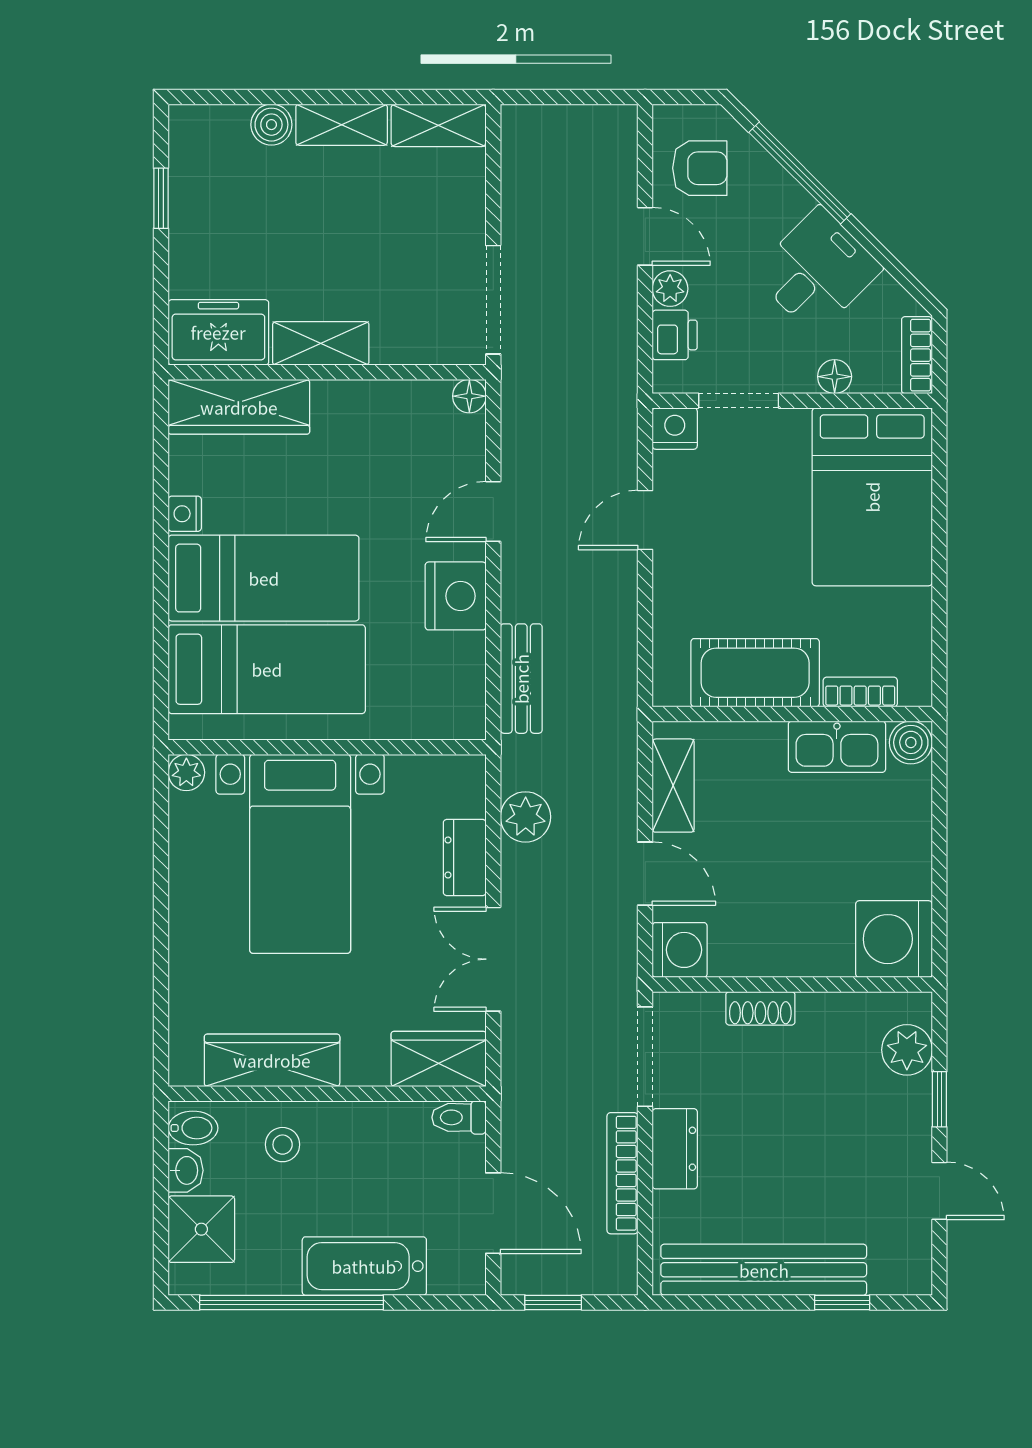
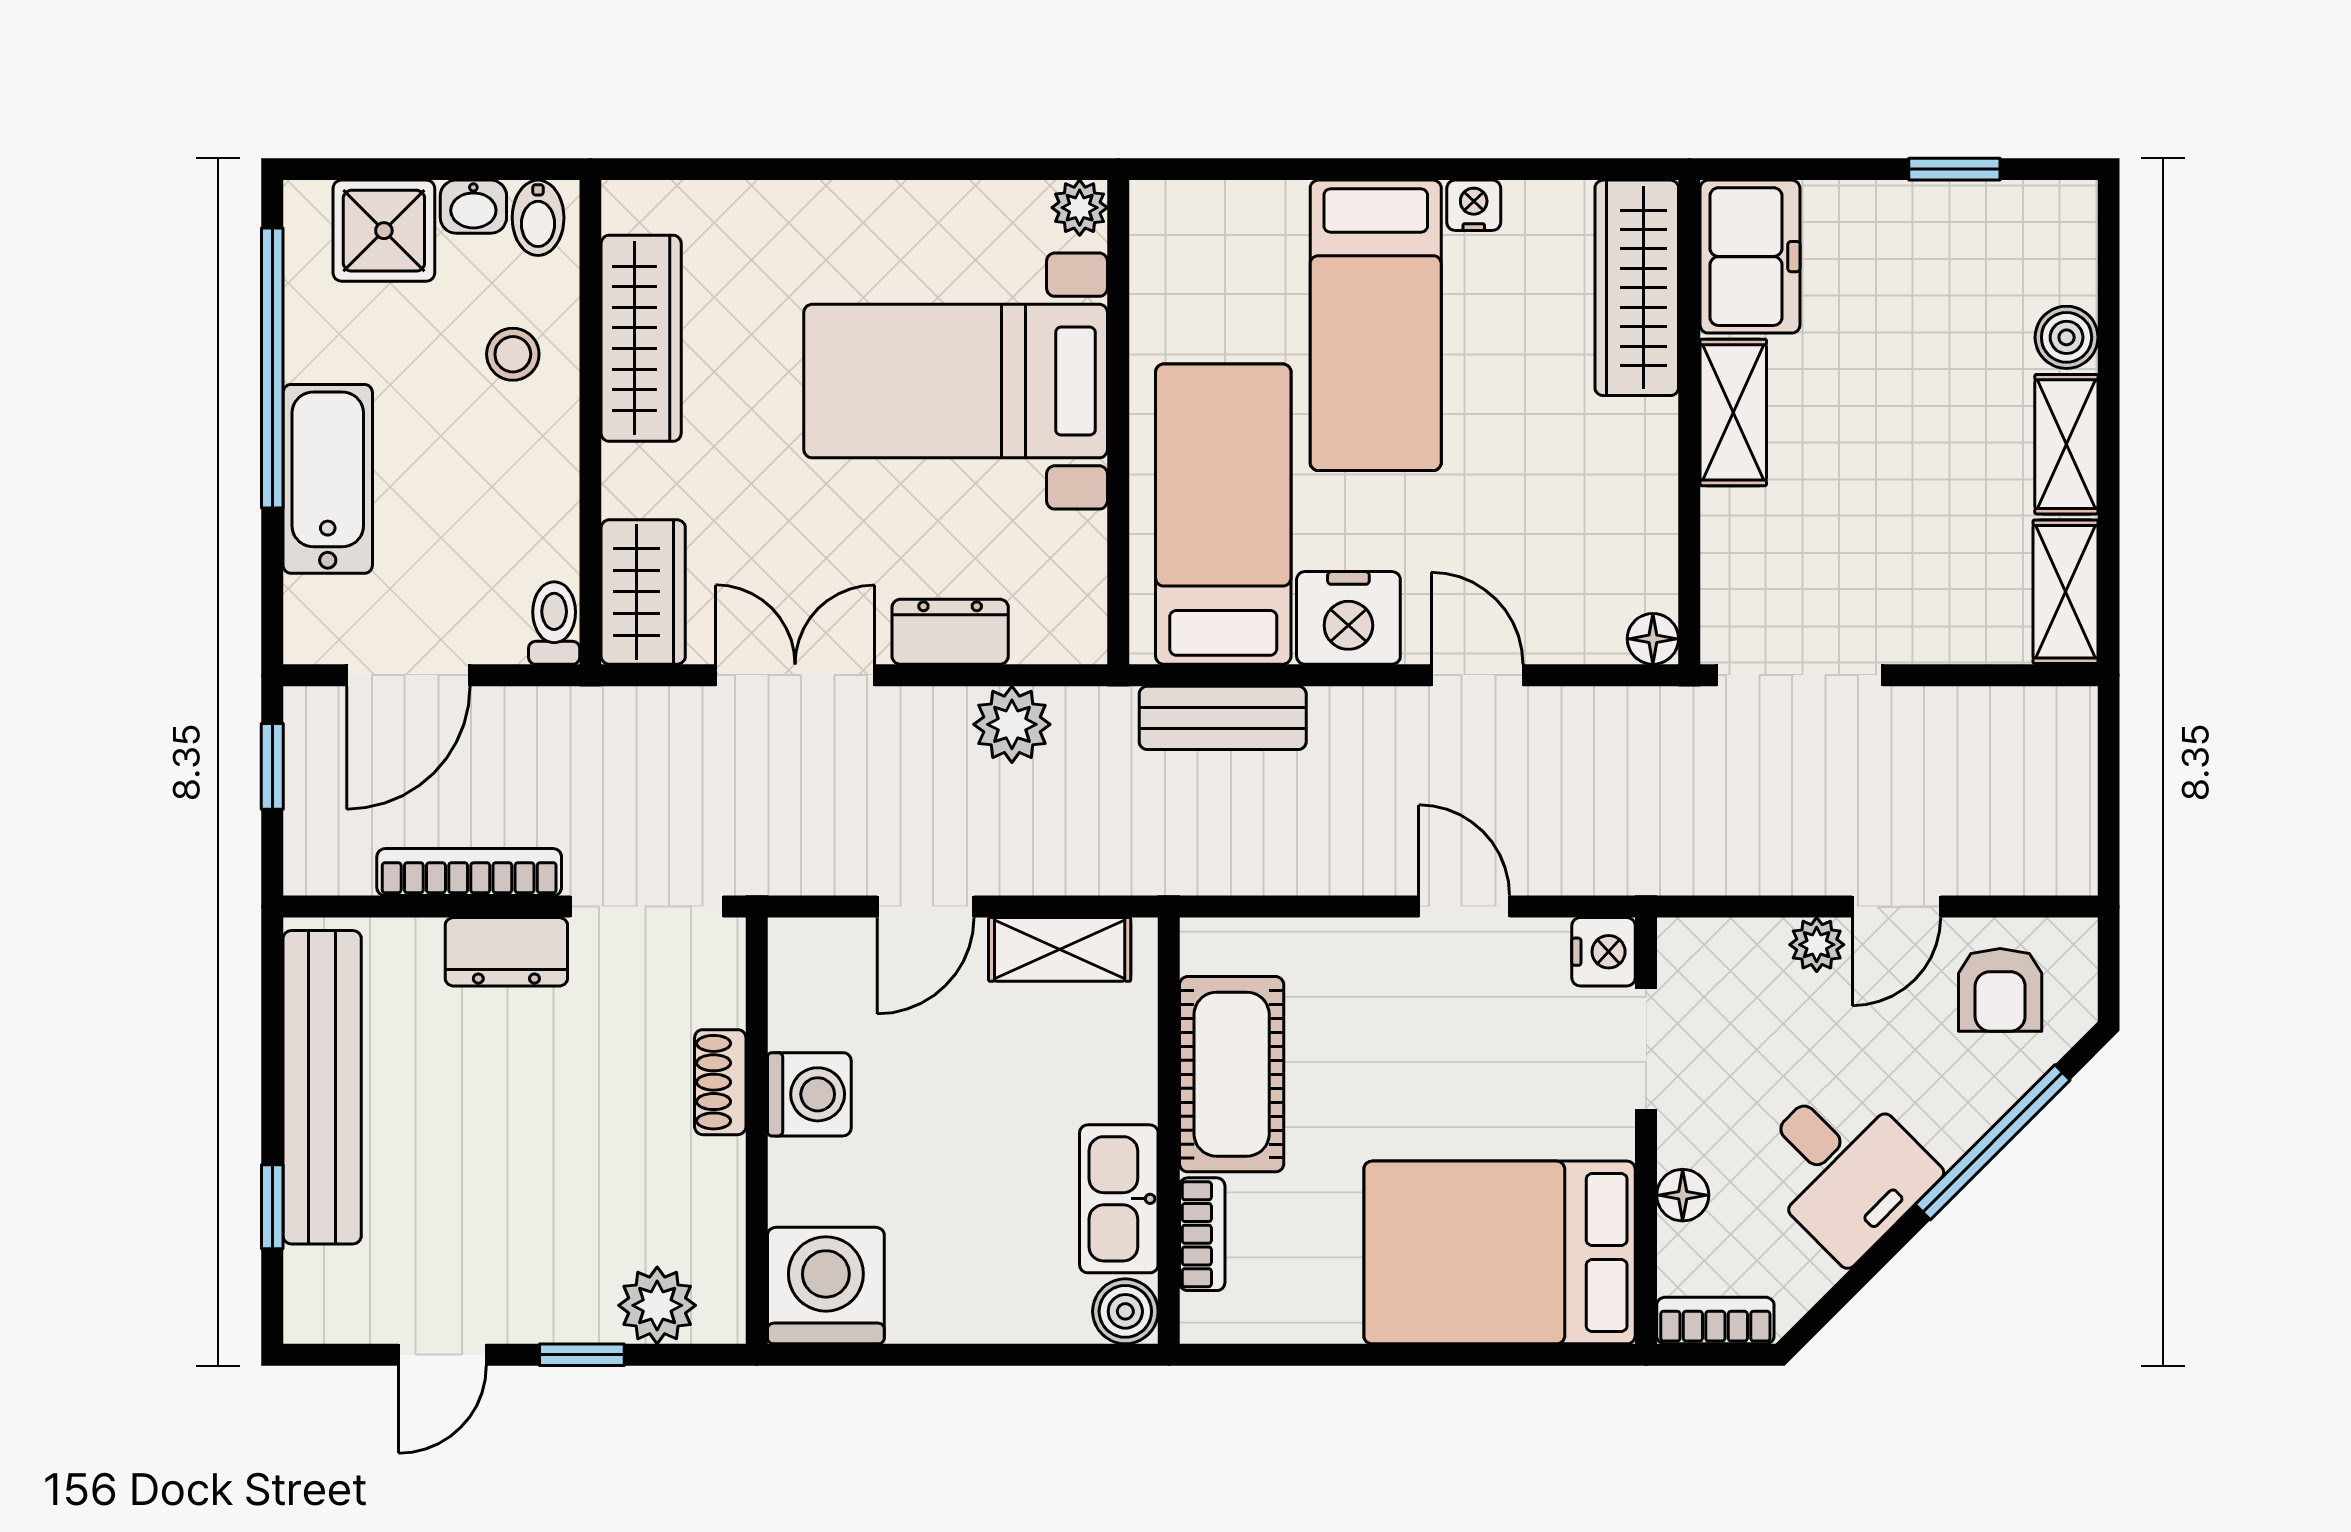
printer: (675, 335) -> (1746, 952), removed
bed: (267, 669) -> (1223, 514), moved, turned 180
washing machine: (680, 950) -> (809, 1094), moved, turned -90

